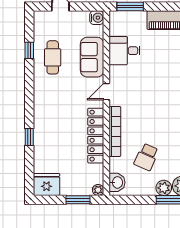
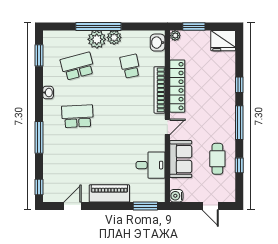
window: (29, 96) -> (239, 123), added
school desk: (146, 157) -> (130, 66), turned -36

